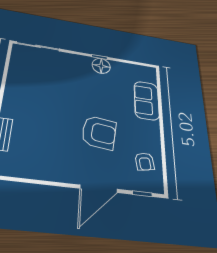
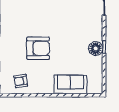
armchair: (99, 133) -> (38, 48), turned -97

